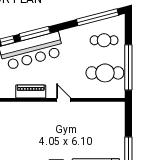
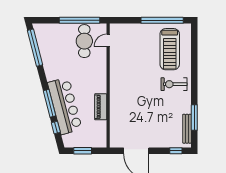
cafe table: (104, 40) -> (55, 42), removed
door: (64, 100) -> (108, 40), moved

